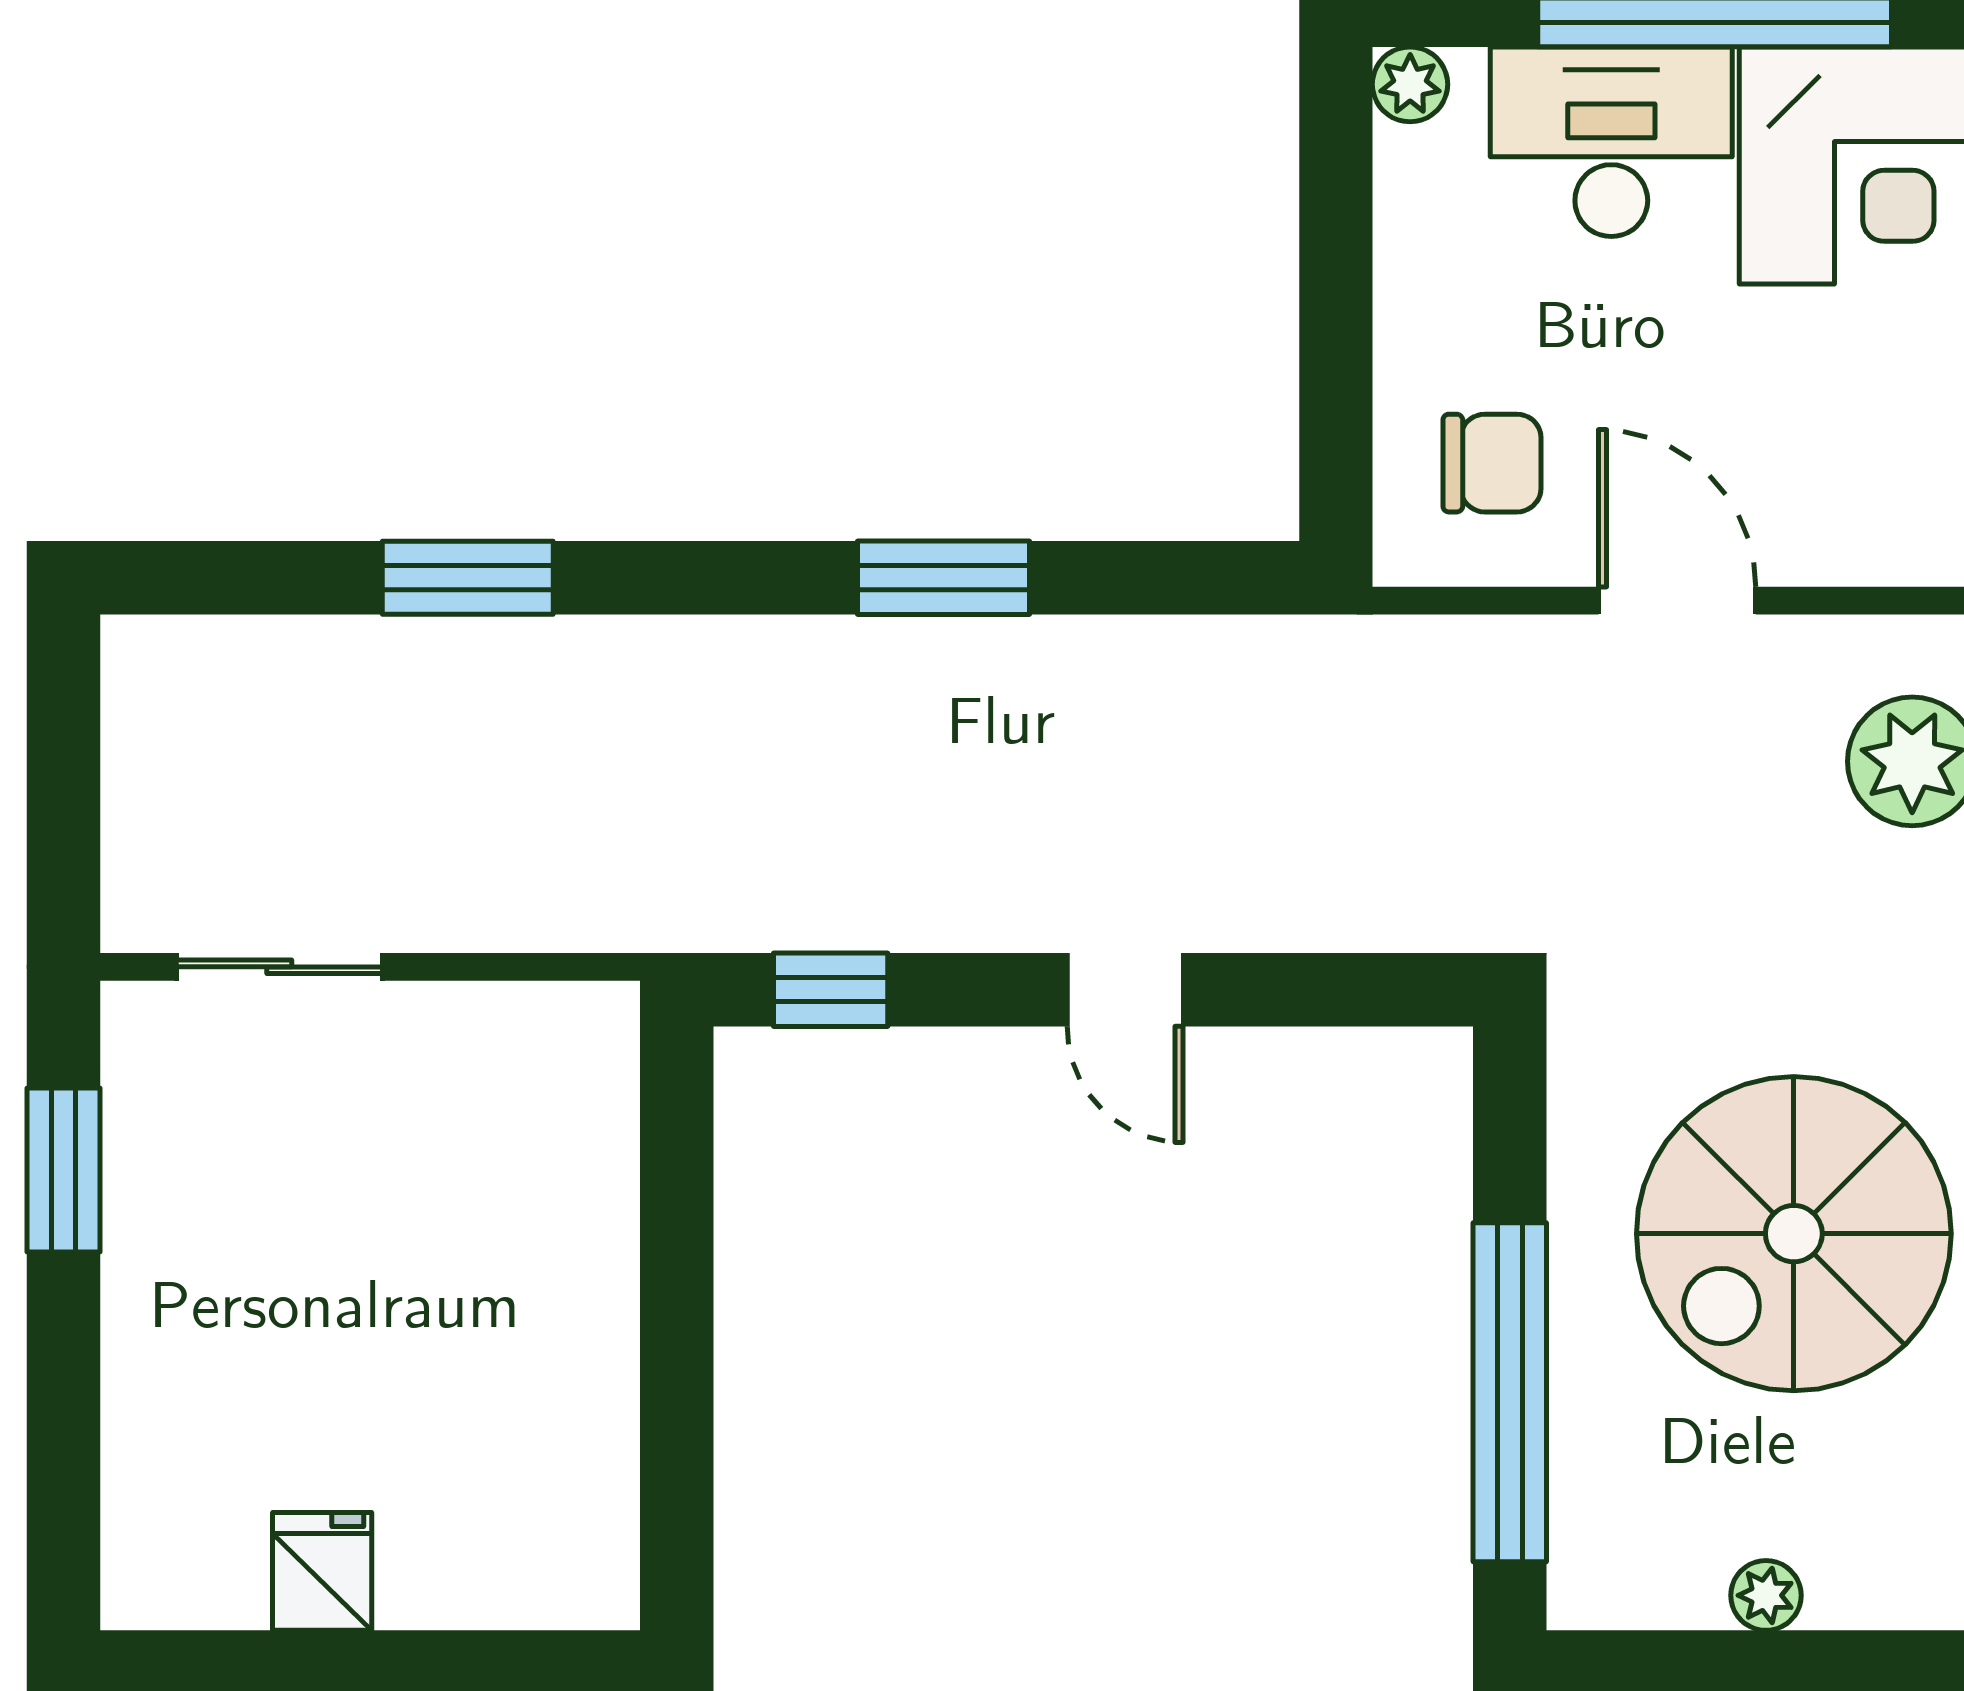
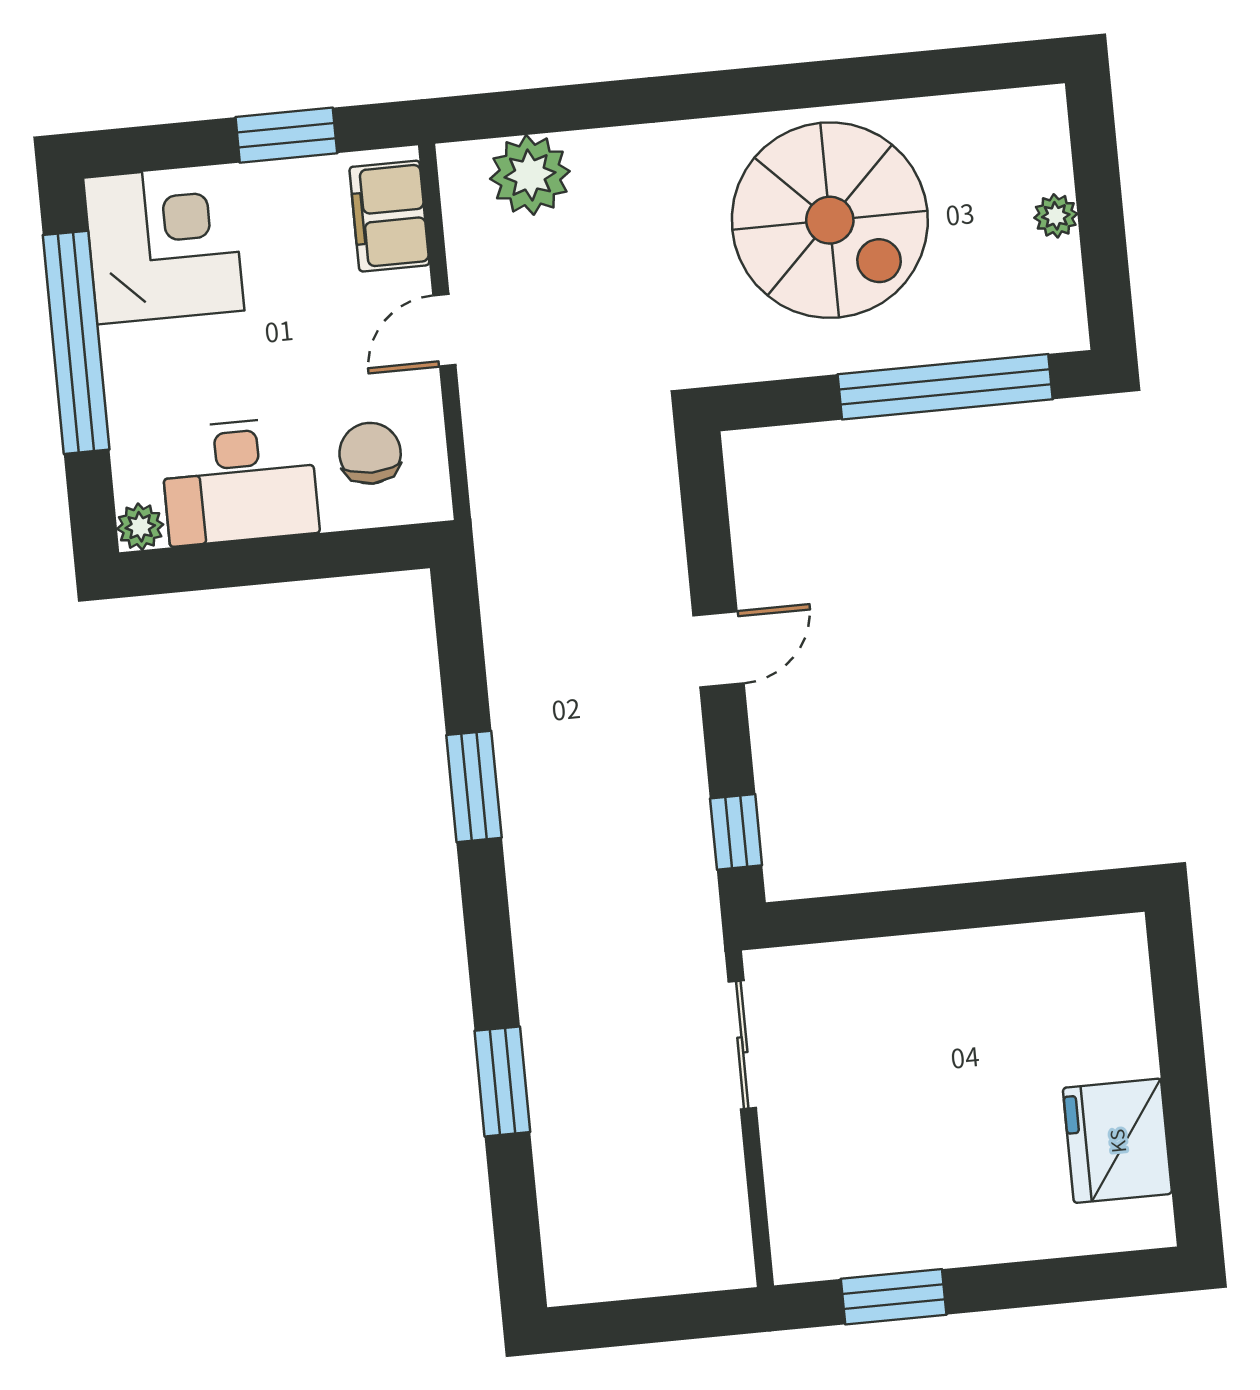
desk: (1611, 142) -> (239, 481), moved, turned -90
filing cabinet: (1868, 530) -> (389, 216), added
door: (1677, 601) -> (444, 330), width x0.73
sliding door: (279, 967) -> (742, 1045), moved
fridge: (322, 1571) -> (1117, 1141), width x1.88, depth x1.34

